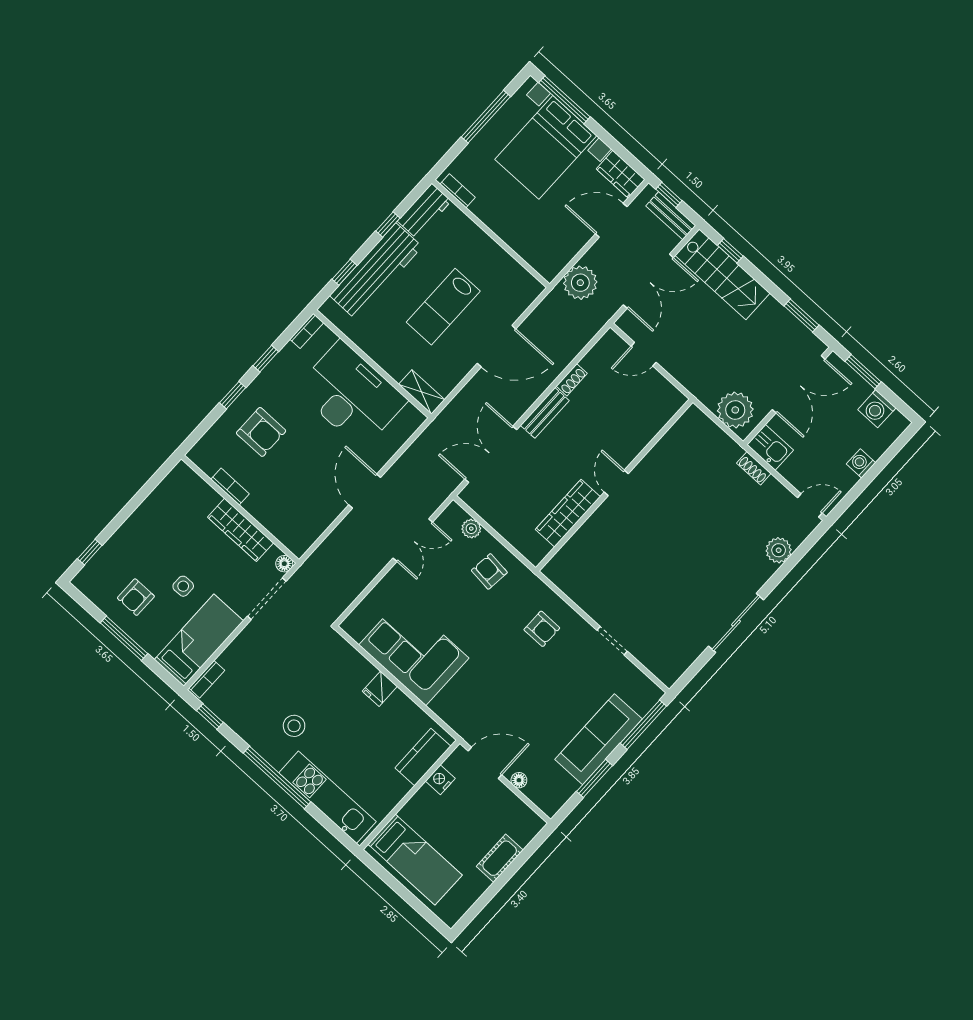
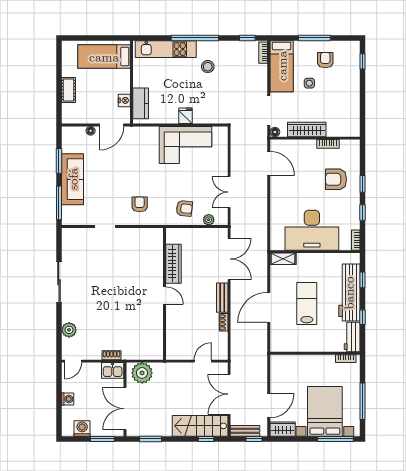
plant: (580, 283) -> (258, 367), removed
door: (365, 491) -> (269, 163), moved
armchair: (542, 629) -> (140, 204), turned 90

